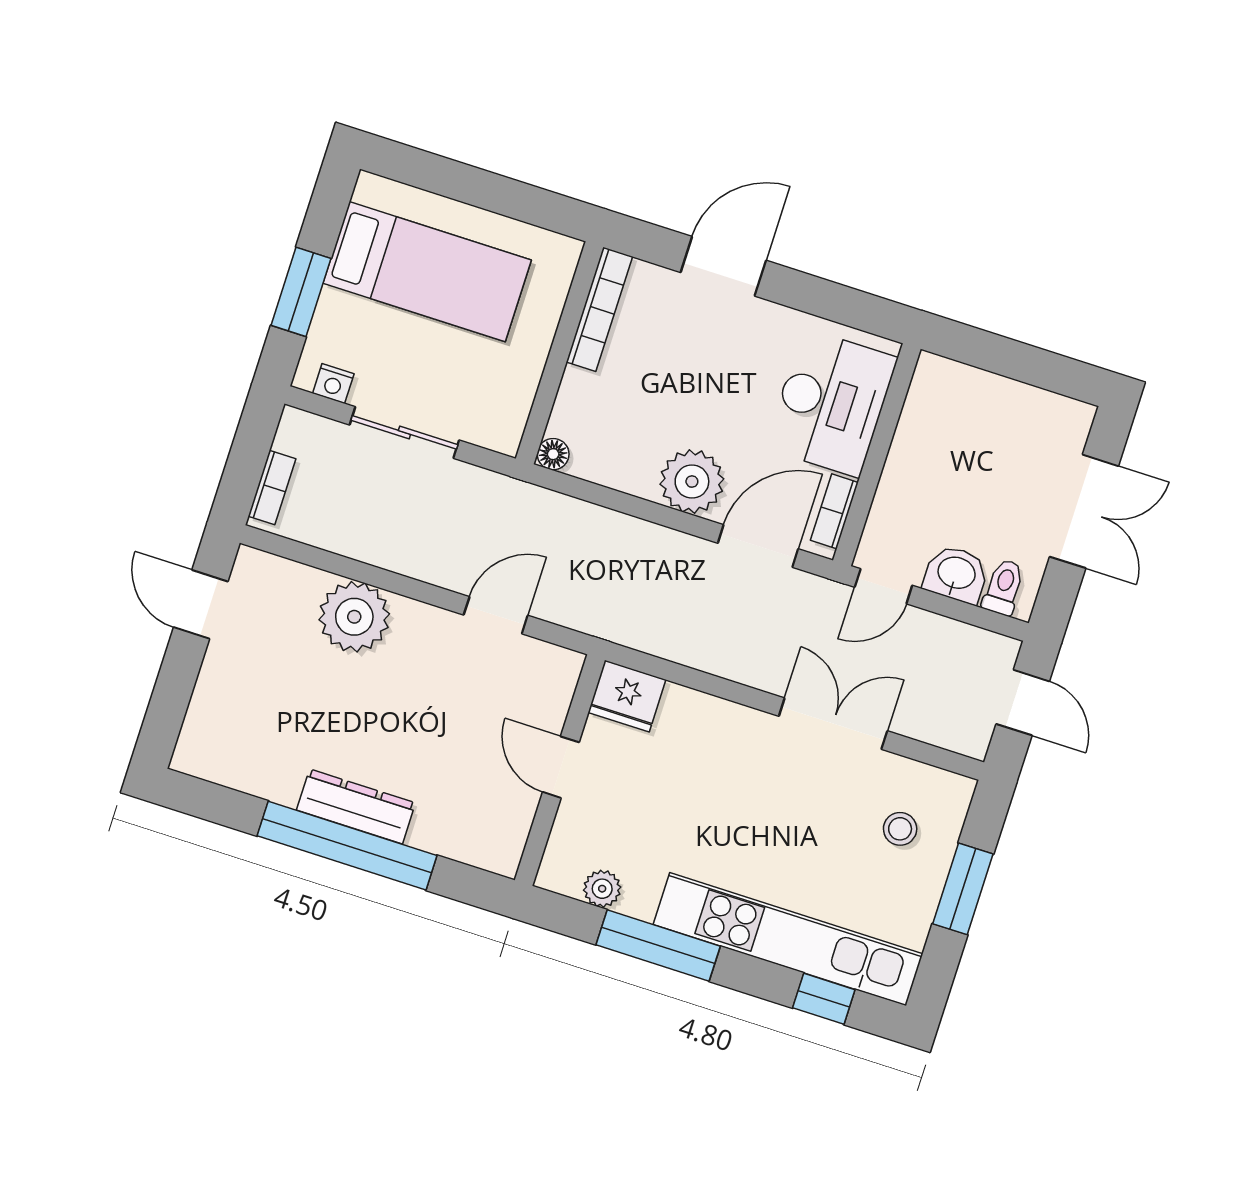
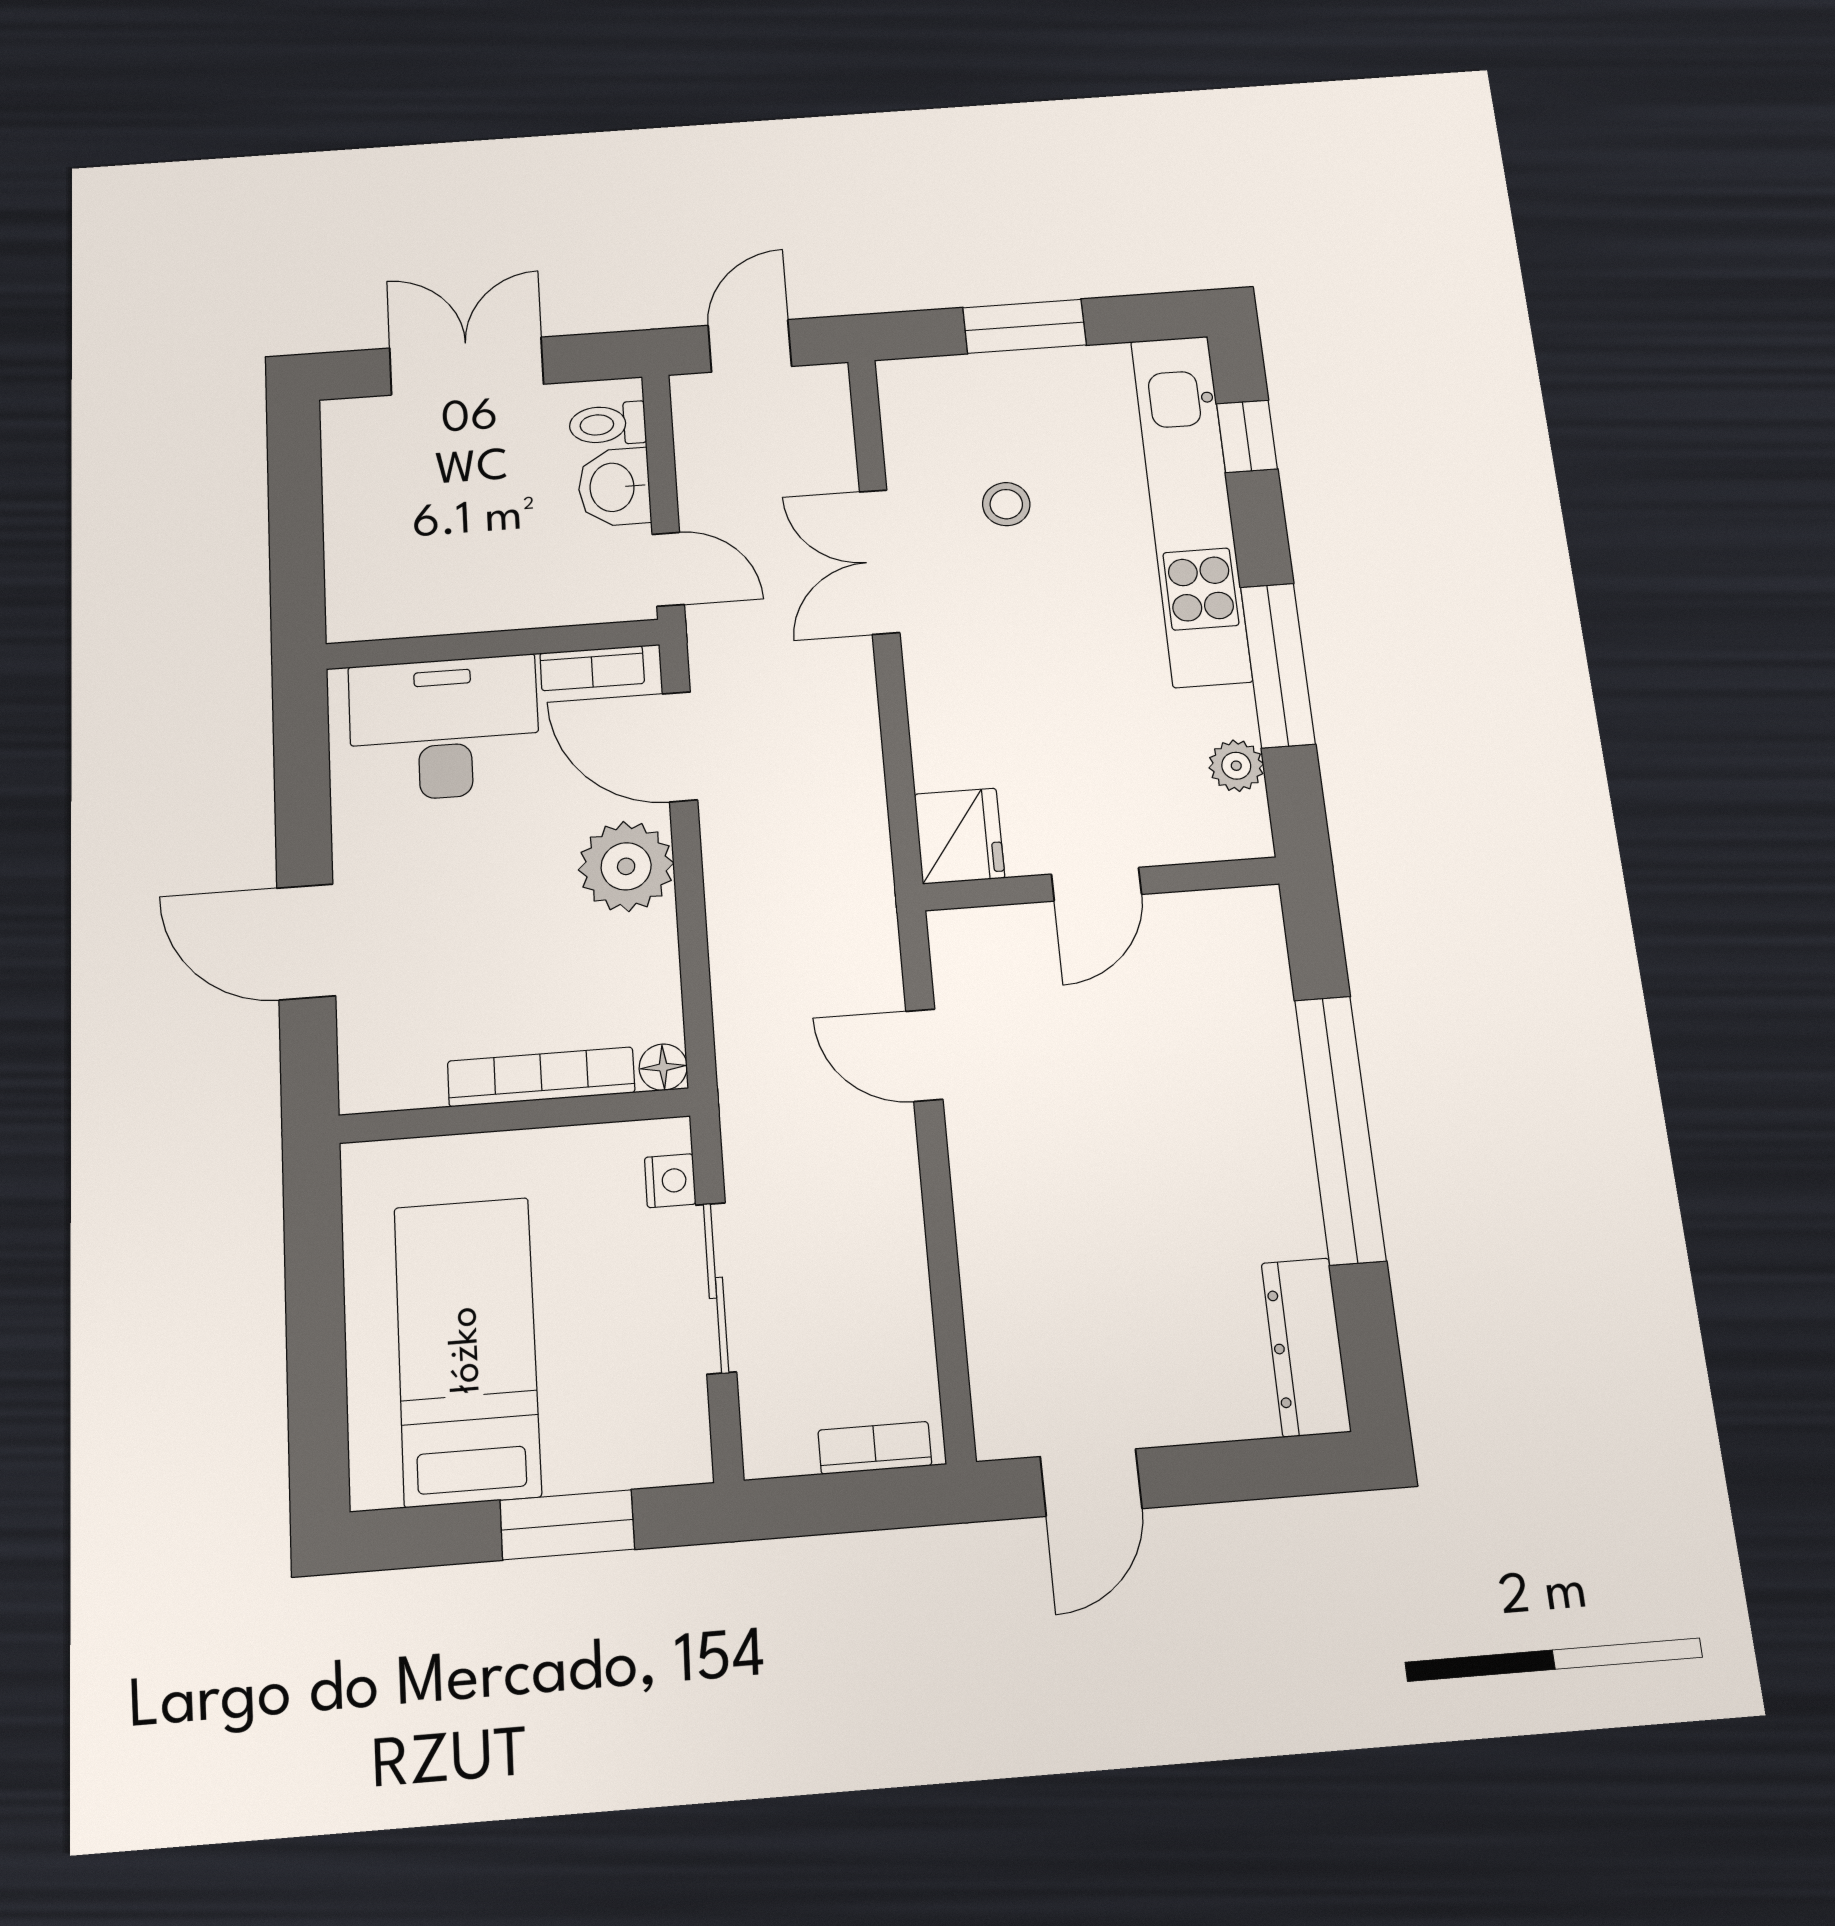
bookcase: (599, 309) -> (541, 1077), moved
nightstand: (333, 383) -> (670, 1181), moved
plant: (354, 617) -> (1012, 1251), removed
dresser: (356, 806) -> (1306, 1347), moved
stool: (900, 829) -> (1006, 504), moved

